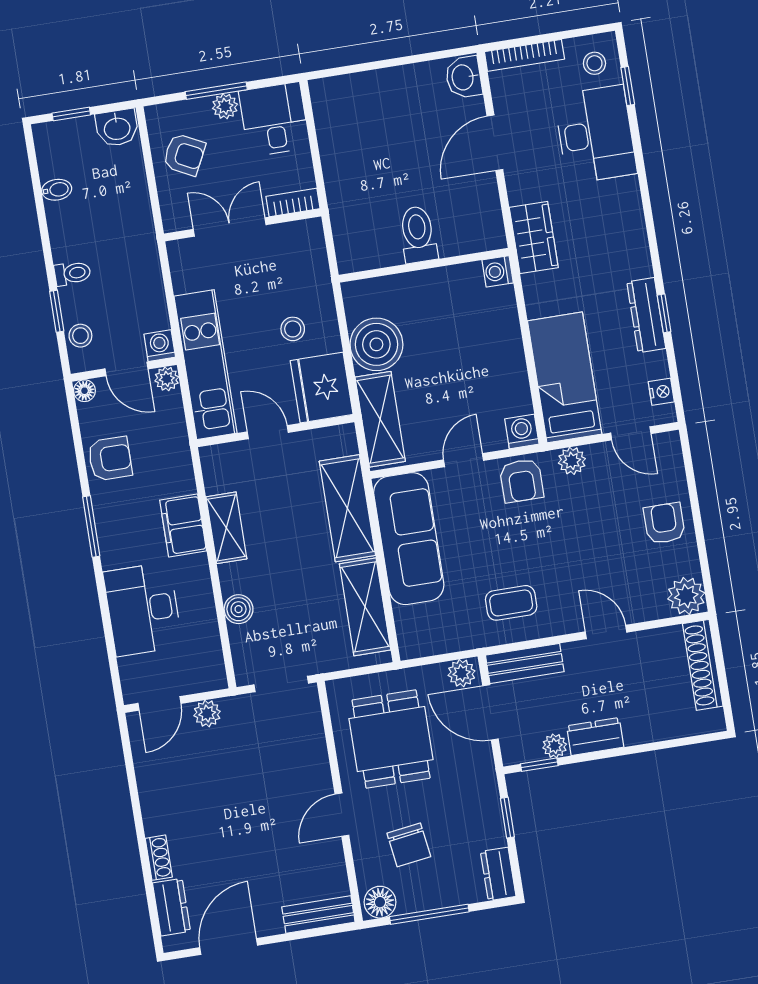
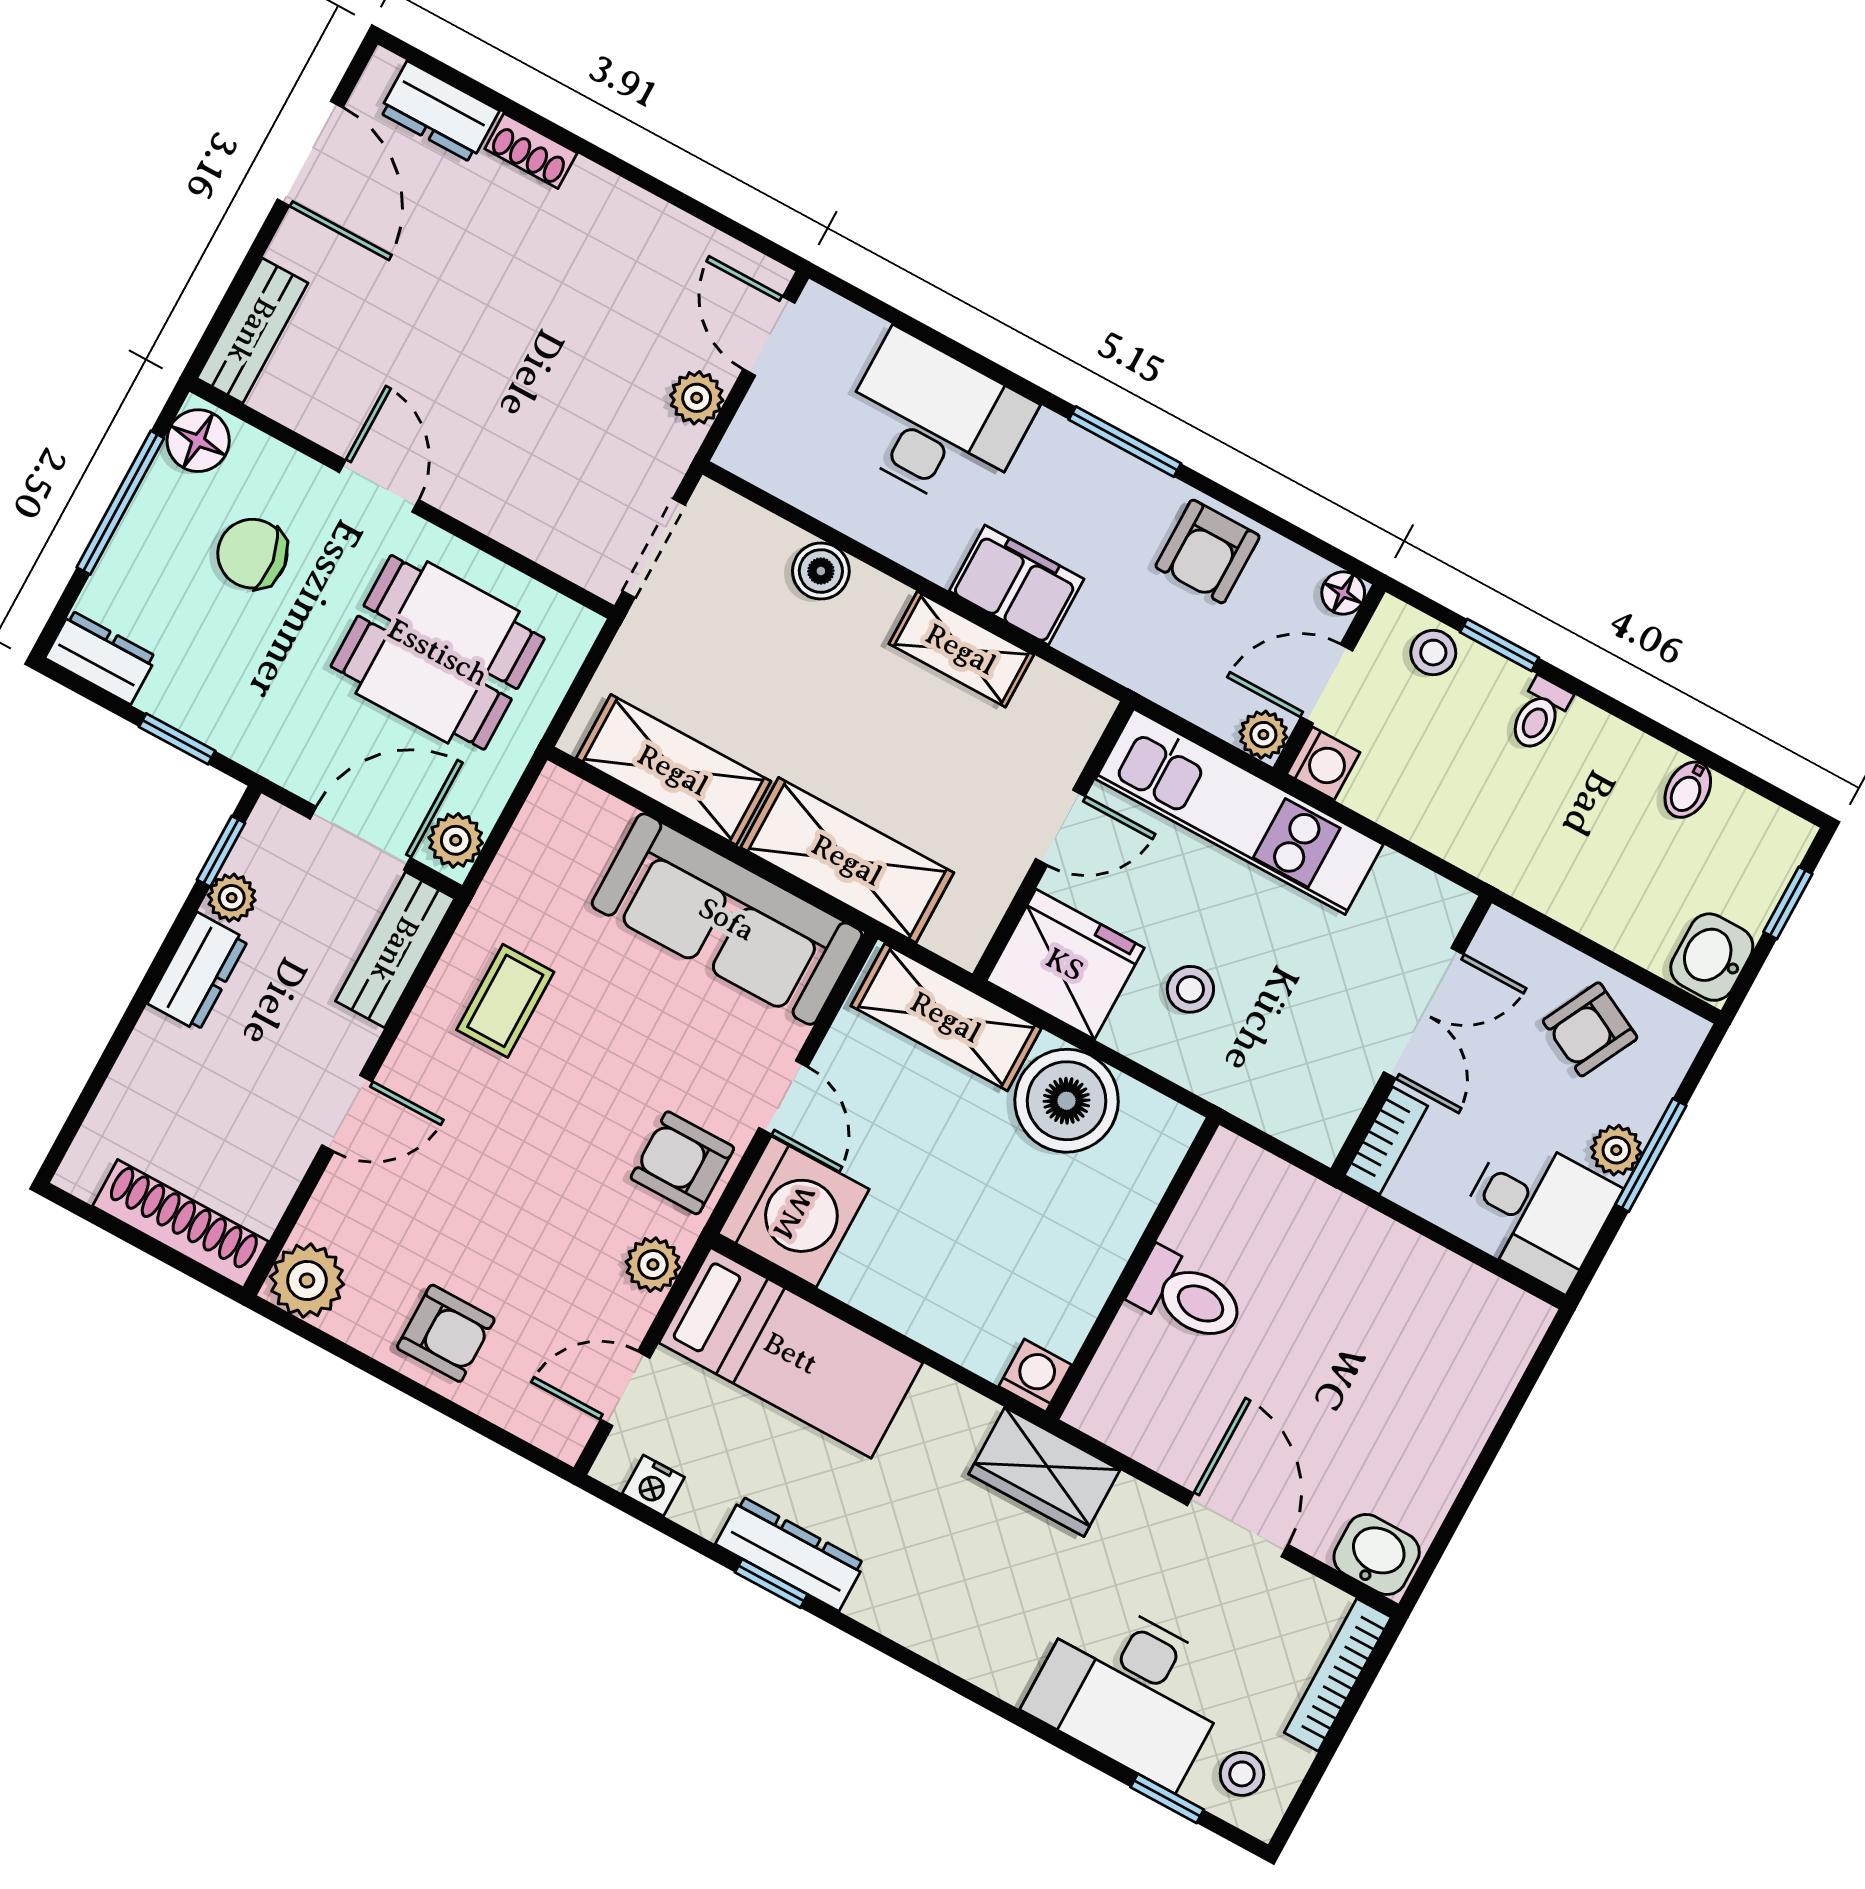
washing machine: (522, 432) -> (794, 1212), width x1.89, depth x1.89

